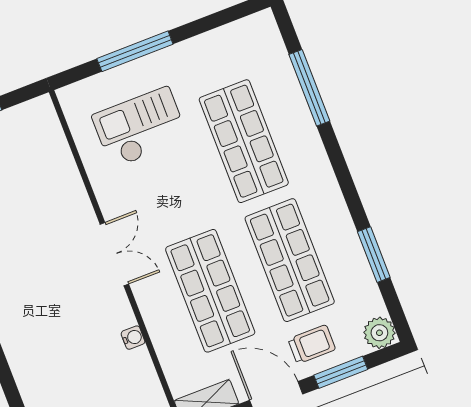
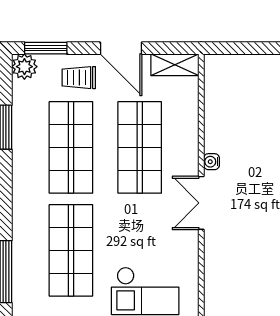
water cooler: (133, 338) -> (212, 162), moved
window: (341, 372) -> (46, 48), moved

